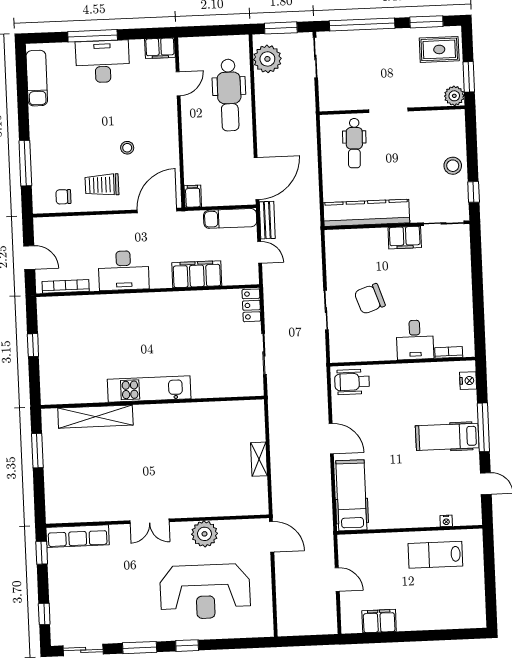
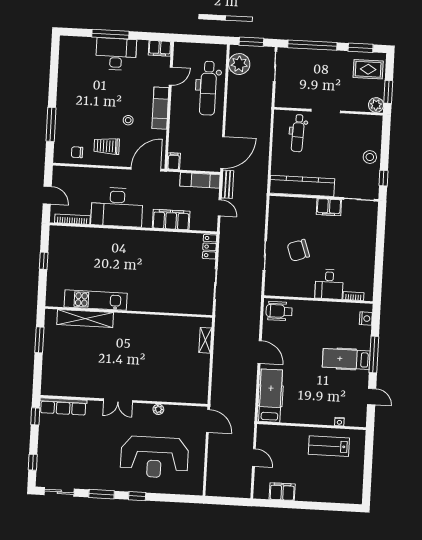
exam couch: (37, 78) -> (160, 108), moved, turned 180
desk: (124, 270) -> (117, 207), width x1.36, depth x1.30
kitchen unit: (149, 389) -> (96, 300), moved
shelving: (259, 459) -> (205, 340), moved
plant: (205, 534) -> (158, 409), width x0.53, depth x0.53

